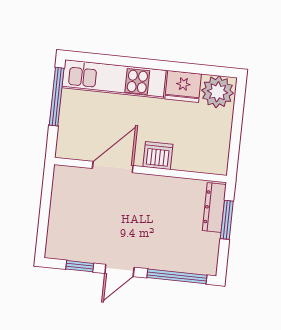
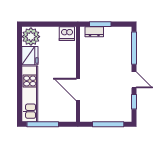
dishwasher: (158, 156) -> (67, 34), moved, turned -90
dresser: (214, 208) -> (94, 32), width x0.70
window: (44, 215) -> (108, 124), added

